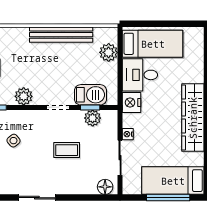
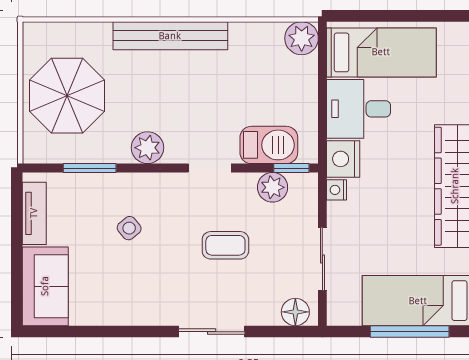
bench: (61, 35) -> (170, 36), moved
plant: (109, 52) -> (302, 38), moved
window: (90, 107) -> (291, 168), moved
nightstand: (128, 134) -> (337, 190), moved
sliding door: (37, 198) -> (212, 332), moved

